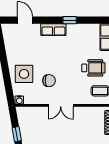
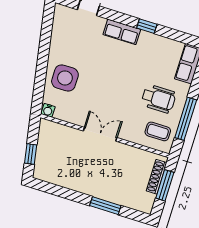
chair: (49, 81) -> (95, 97), removed
double door: (61, 105) -> (100, 134), swing flipped

